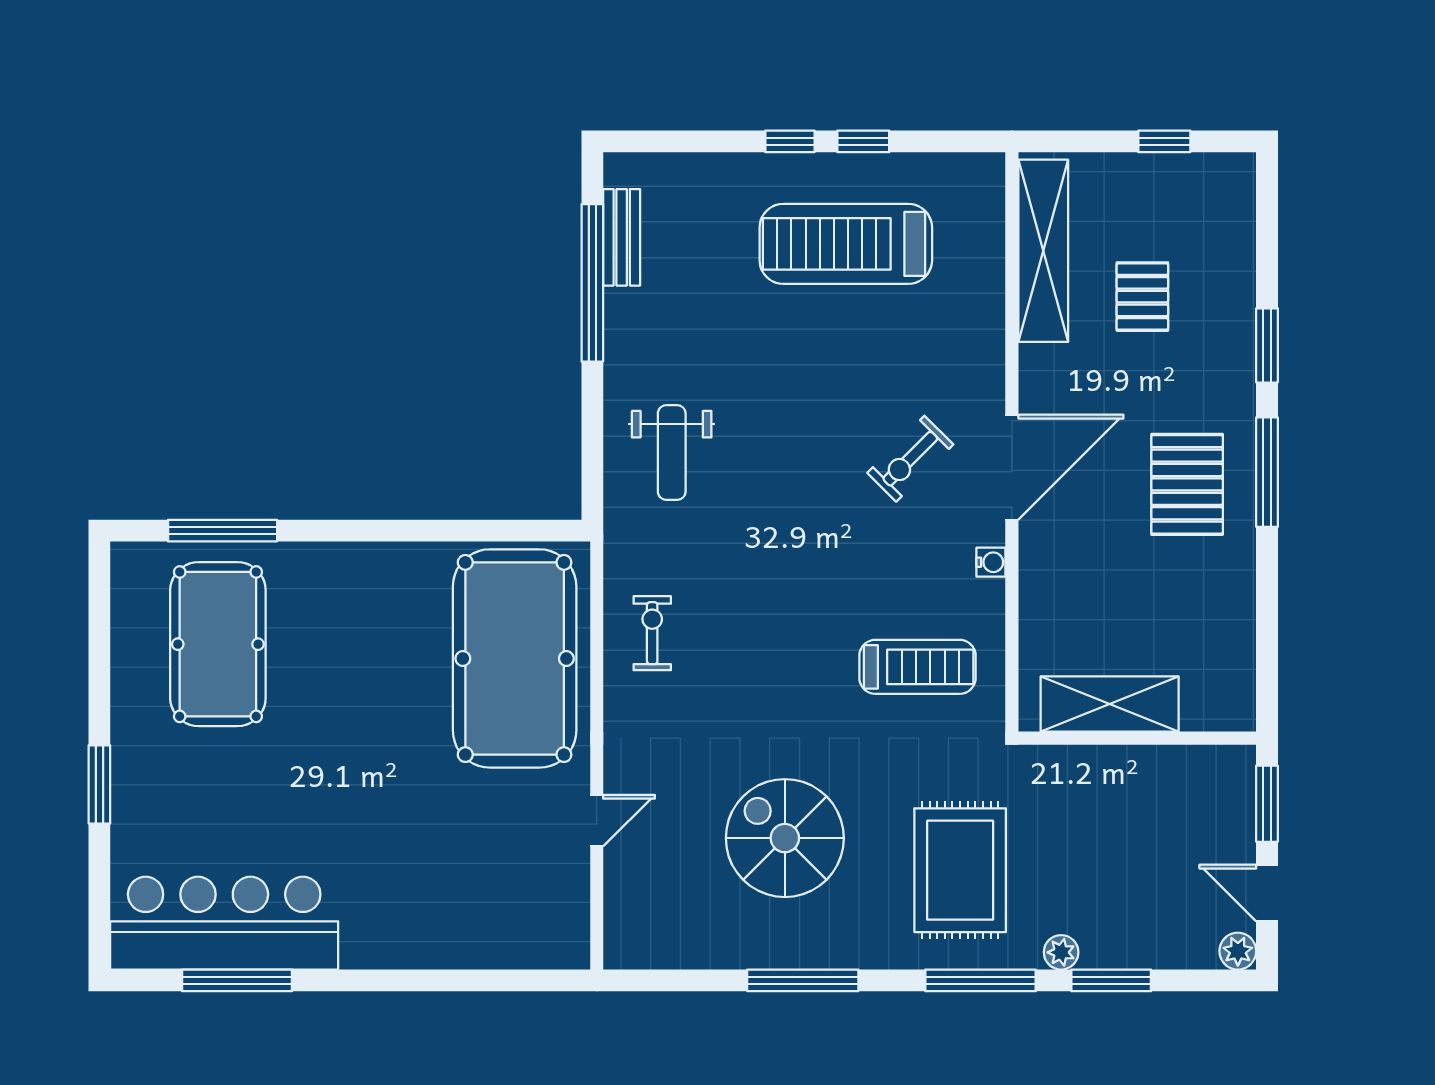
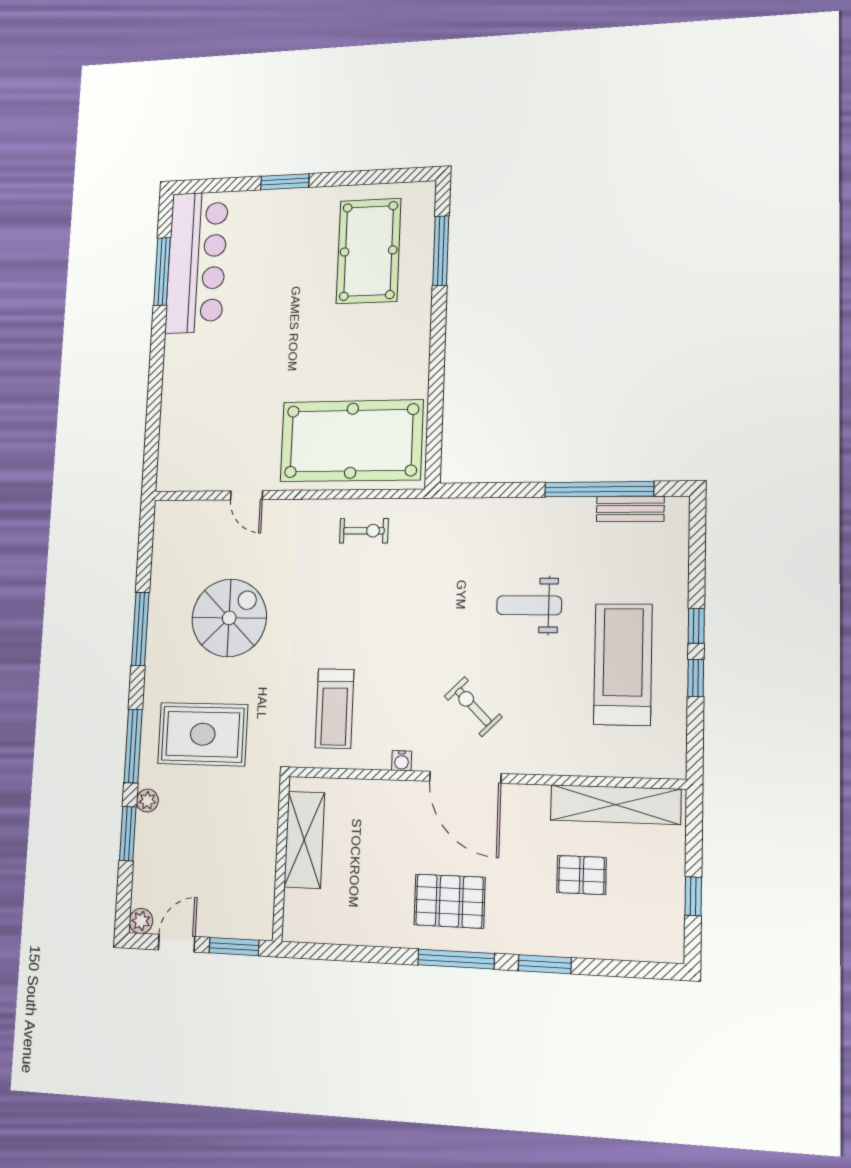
weight bench: (672, 453) -> (529, 605), moved
pool table: (218, 644) -> (369, 251), turned 90

